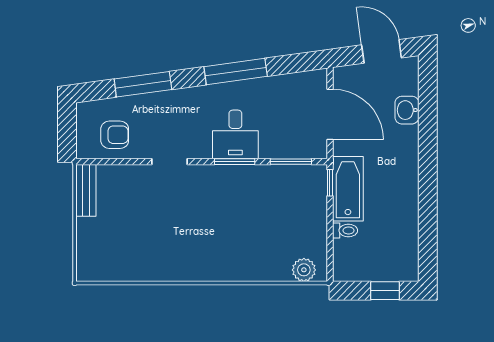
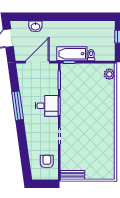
window: (143, 84) -> (23, 149), removed

